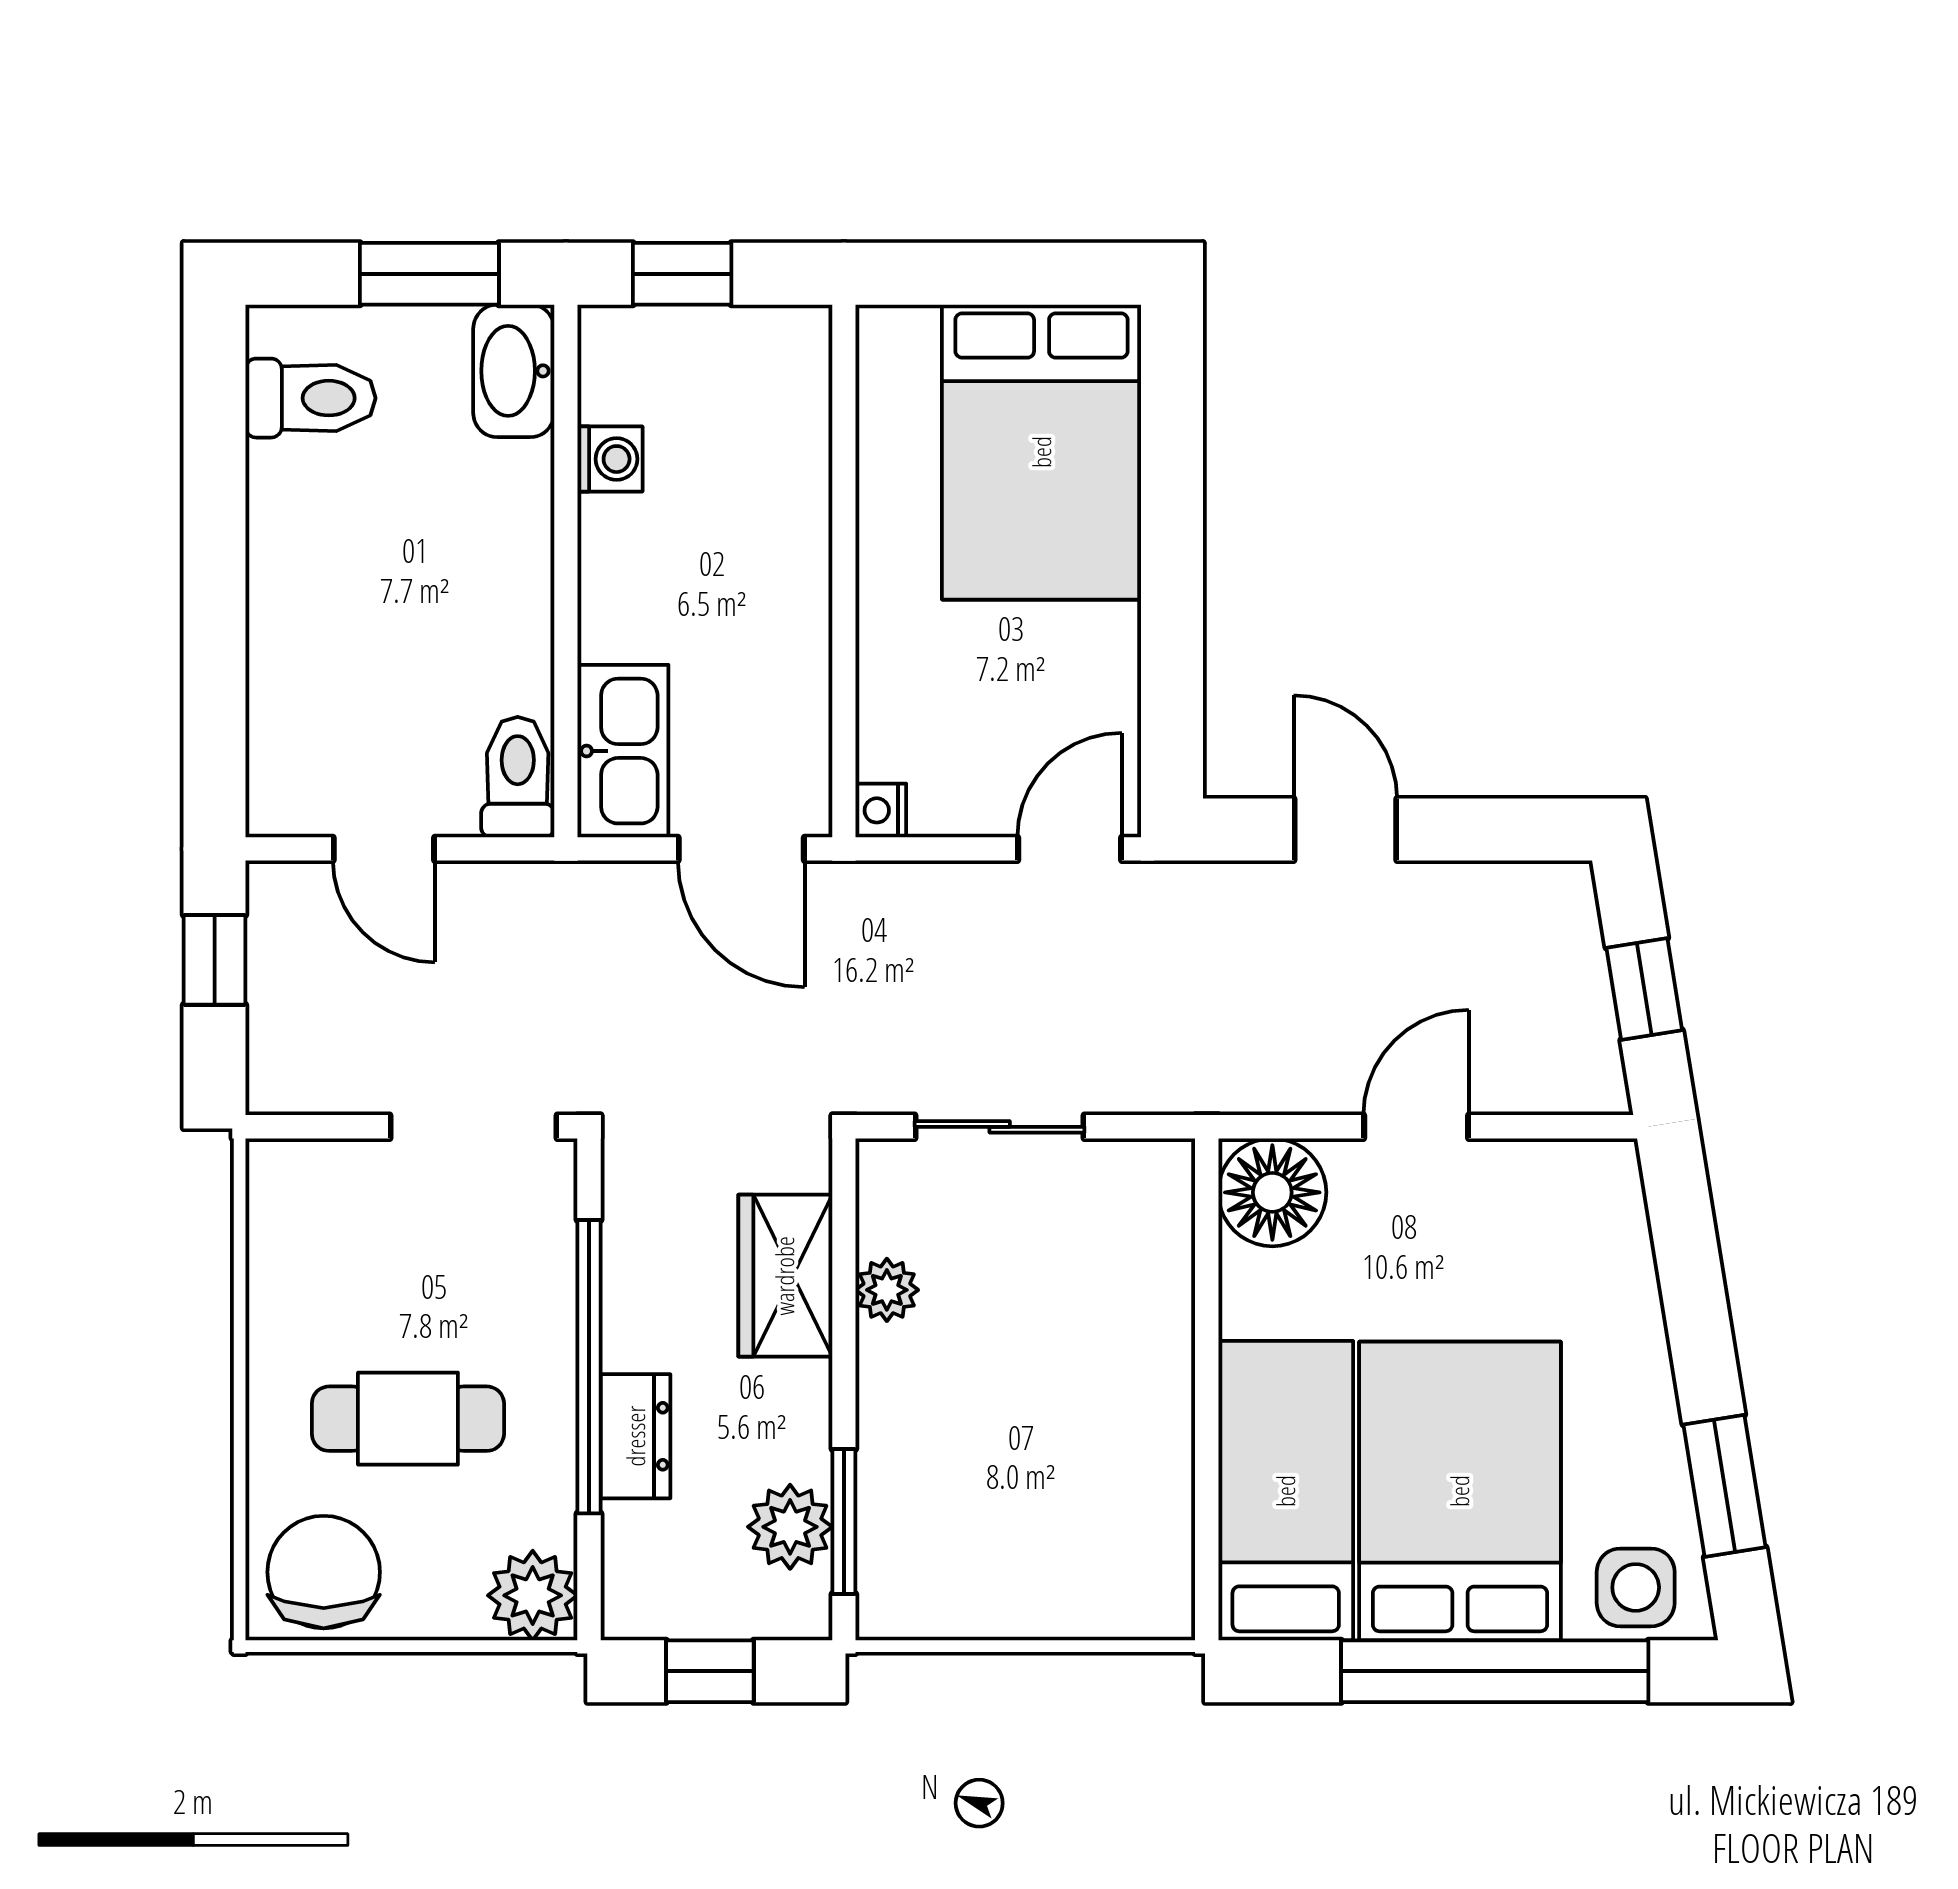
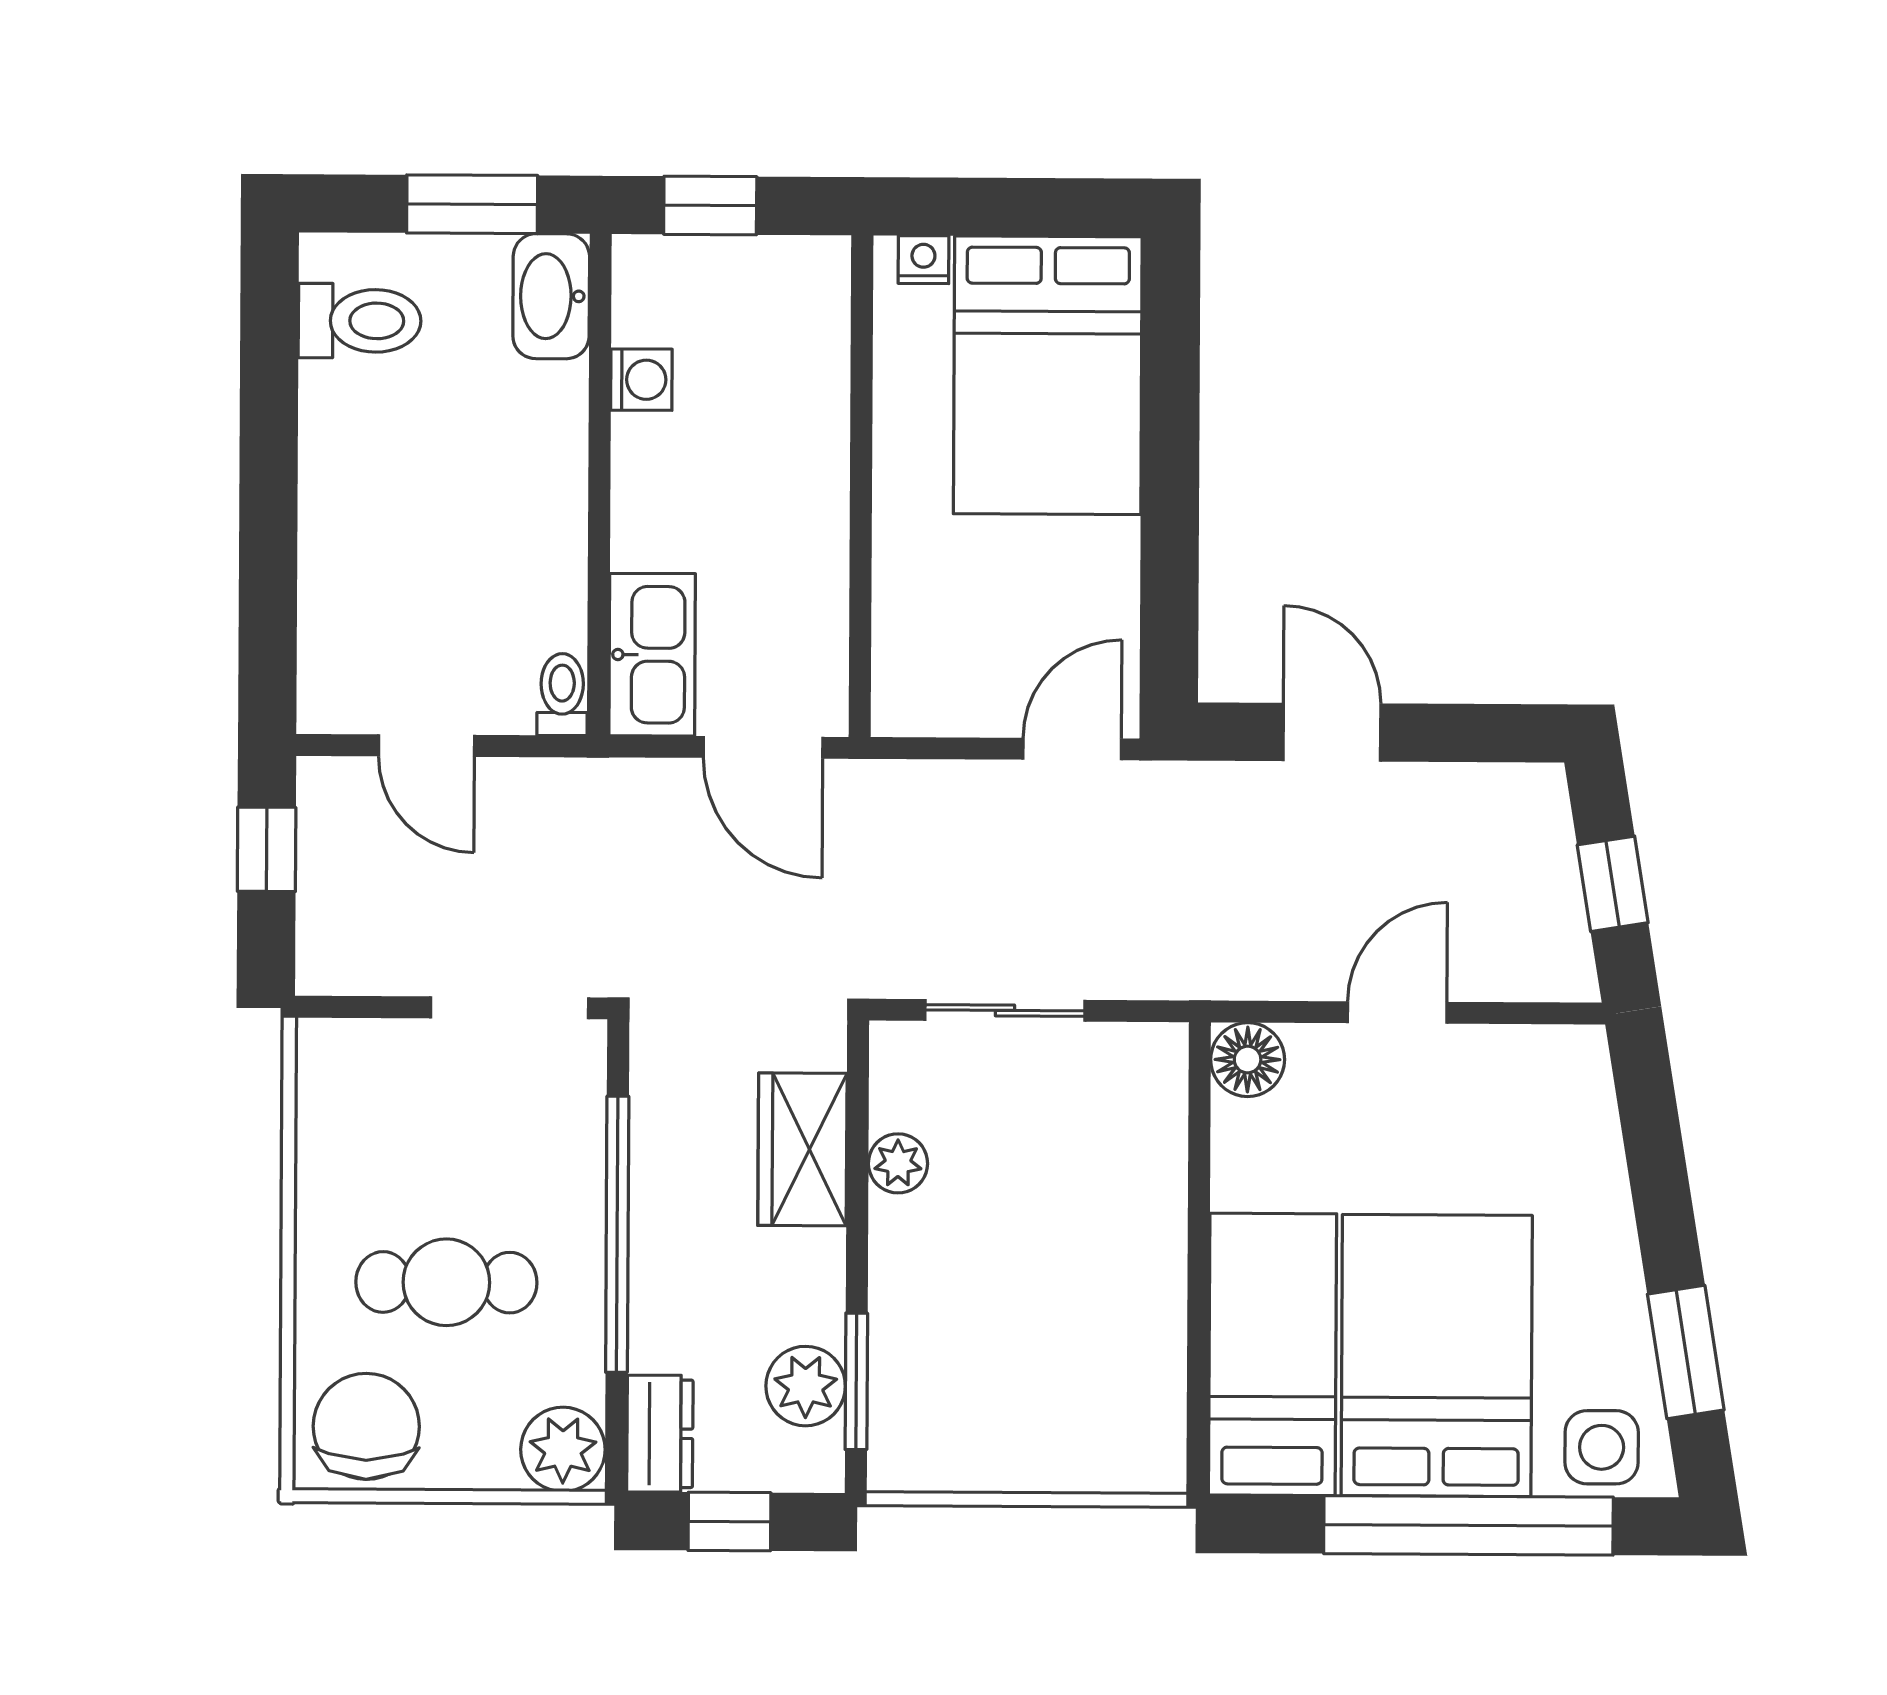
toilet: (518, 777) -> (562, 695), width x0.73, depth x0.72
nightstand: (881, 810) -> (923, 260), moved, turned 90
floor lamp: (1272, 1192) -> (1248, 1060), width x0.73, depth x0.73
dresser: (636, 1436) -> (660, 1434), moved

